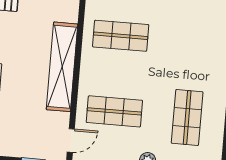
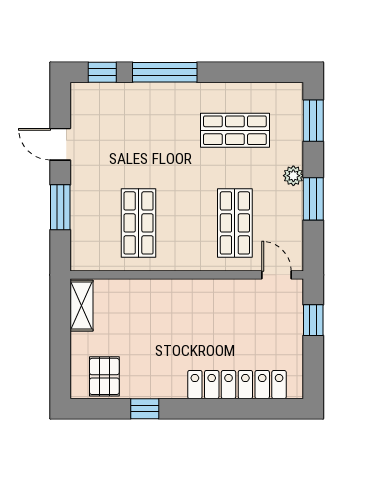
shelving: (62, 67) -> (184, 294), removed

